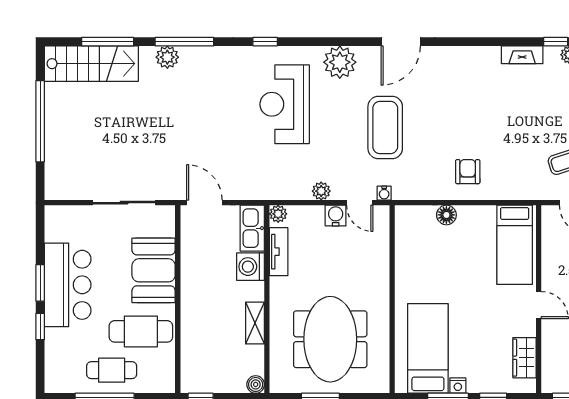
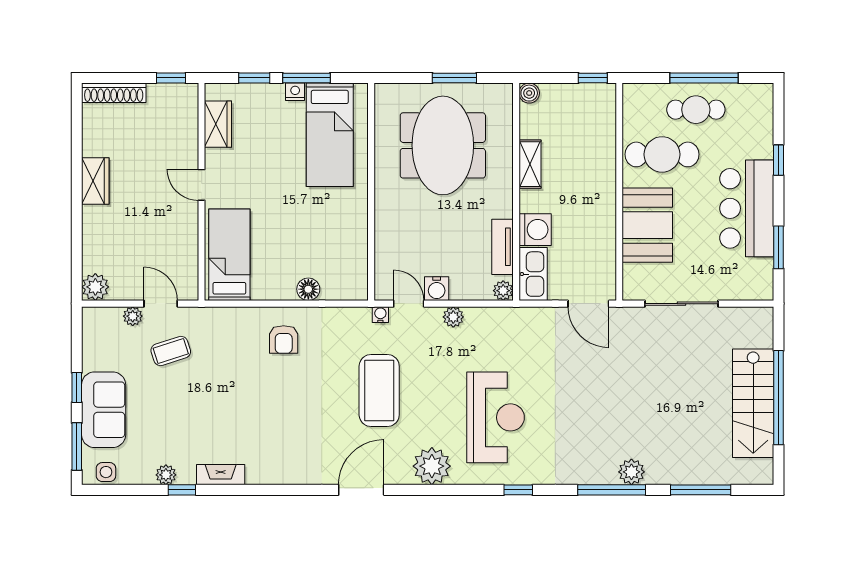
stairs: (91, 64) -> (753, 403), moved, turned -90
window: (40, 283) -> (779, 247), moved

